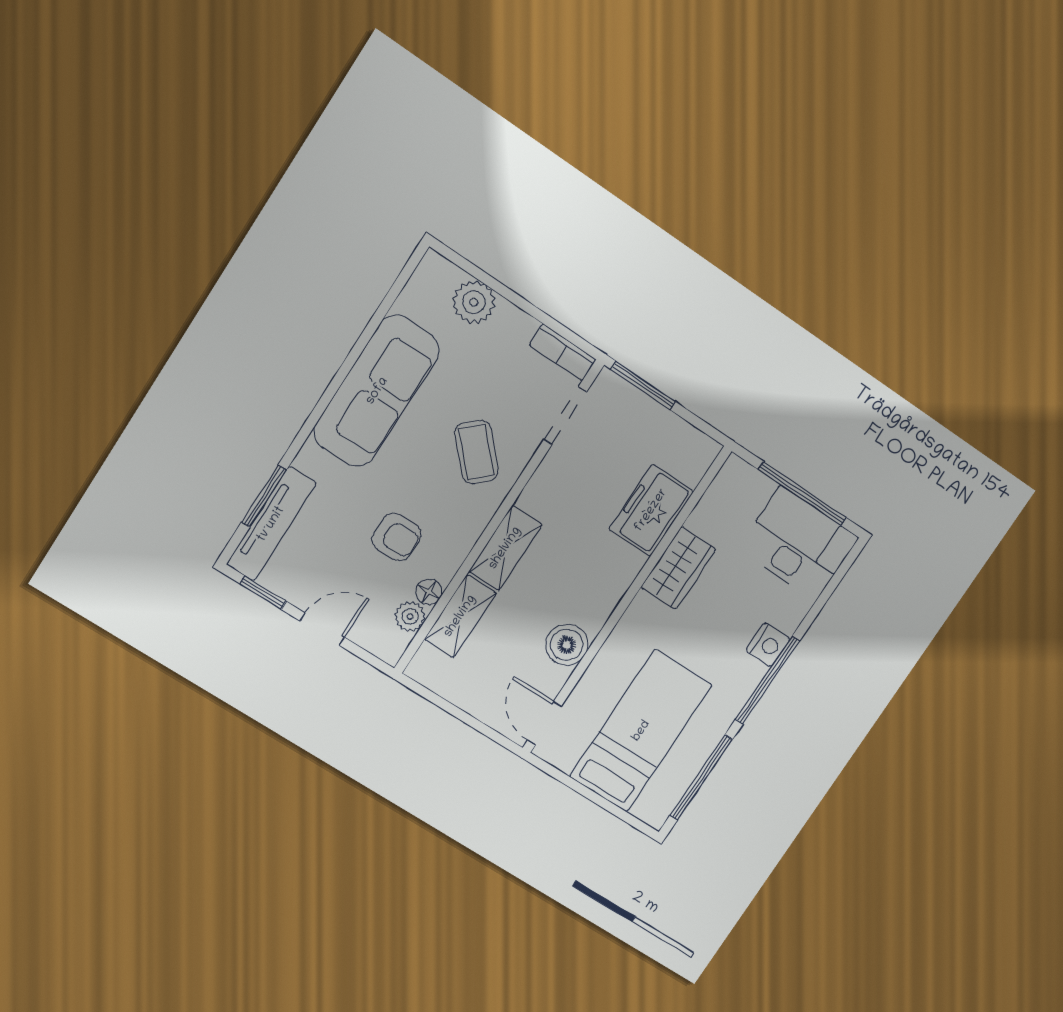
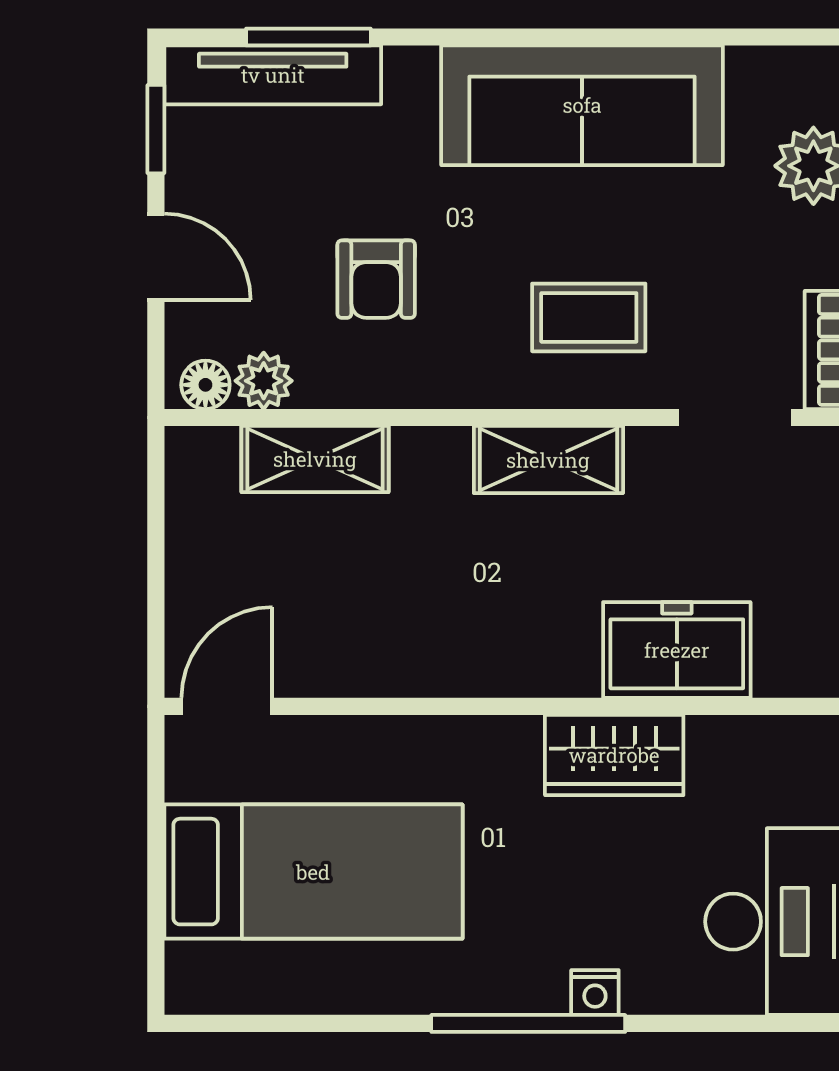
coffee table: (477, 452) -> (589, 317), turned 43
shelving: (505, 548) -> (548, 460), moved
floor lamp: (429, 592) -> (205, 385), moved
boiler: (567, 645) -> (377, 658), removed
nightstand: (768, 645) -> (595, 993), width x0.72, depth x0.74
window: (701, 778) -> (299, 1023), removed

